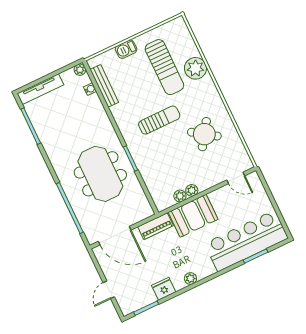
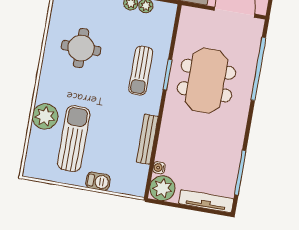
plant: (80, 70) -> (162, 188), width x1.88, depth x1.88
bench: (104, 86) -> (147, 139), moved
sun lounger: (159, 120) -> (141, 71), moved, turned -90
round table: (204, 134) -> (81, 48), turned -34

